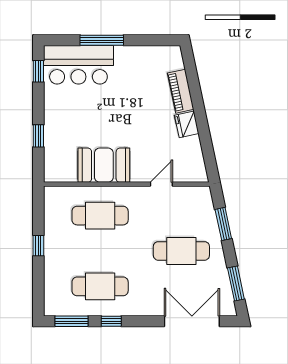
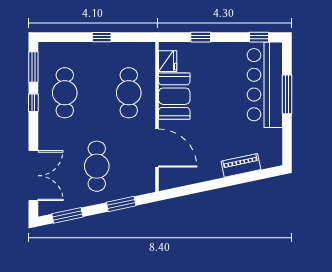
bar counter: (78, 65) -> (265, 85), width x1.36
fridge: (187, 124) -> (168, 61), moved, turned 102
door: (161, 184) -> (157, 148), width x1.87

